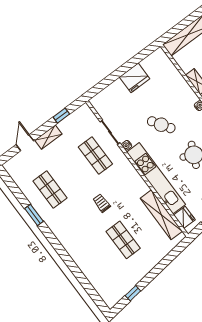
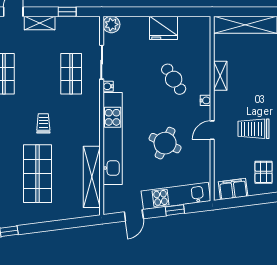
plant: (98, 102) -> (111, 24), added
cafe table: (161, 125) -> (174, 79), moved
fridge: (184, 217) -> (112, 196), removed
shop shelf: (123, 240) -> (38, 174), width x1.43, depth x1.36

